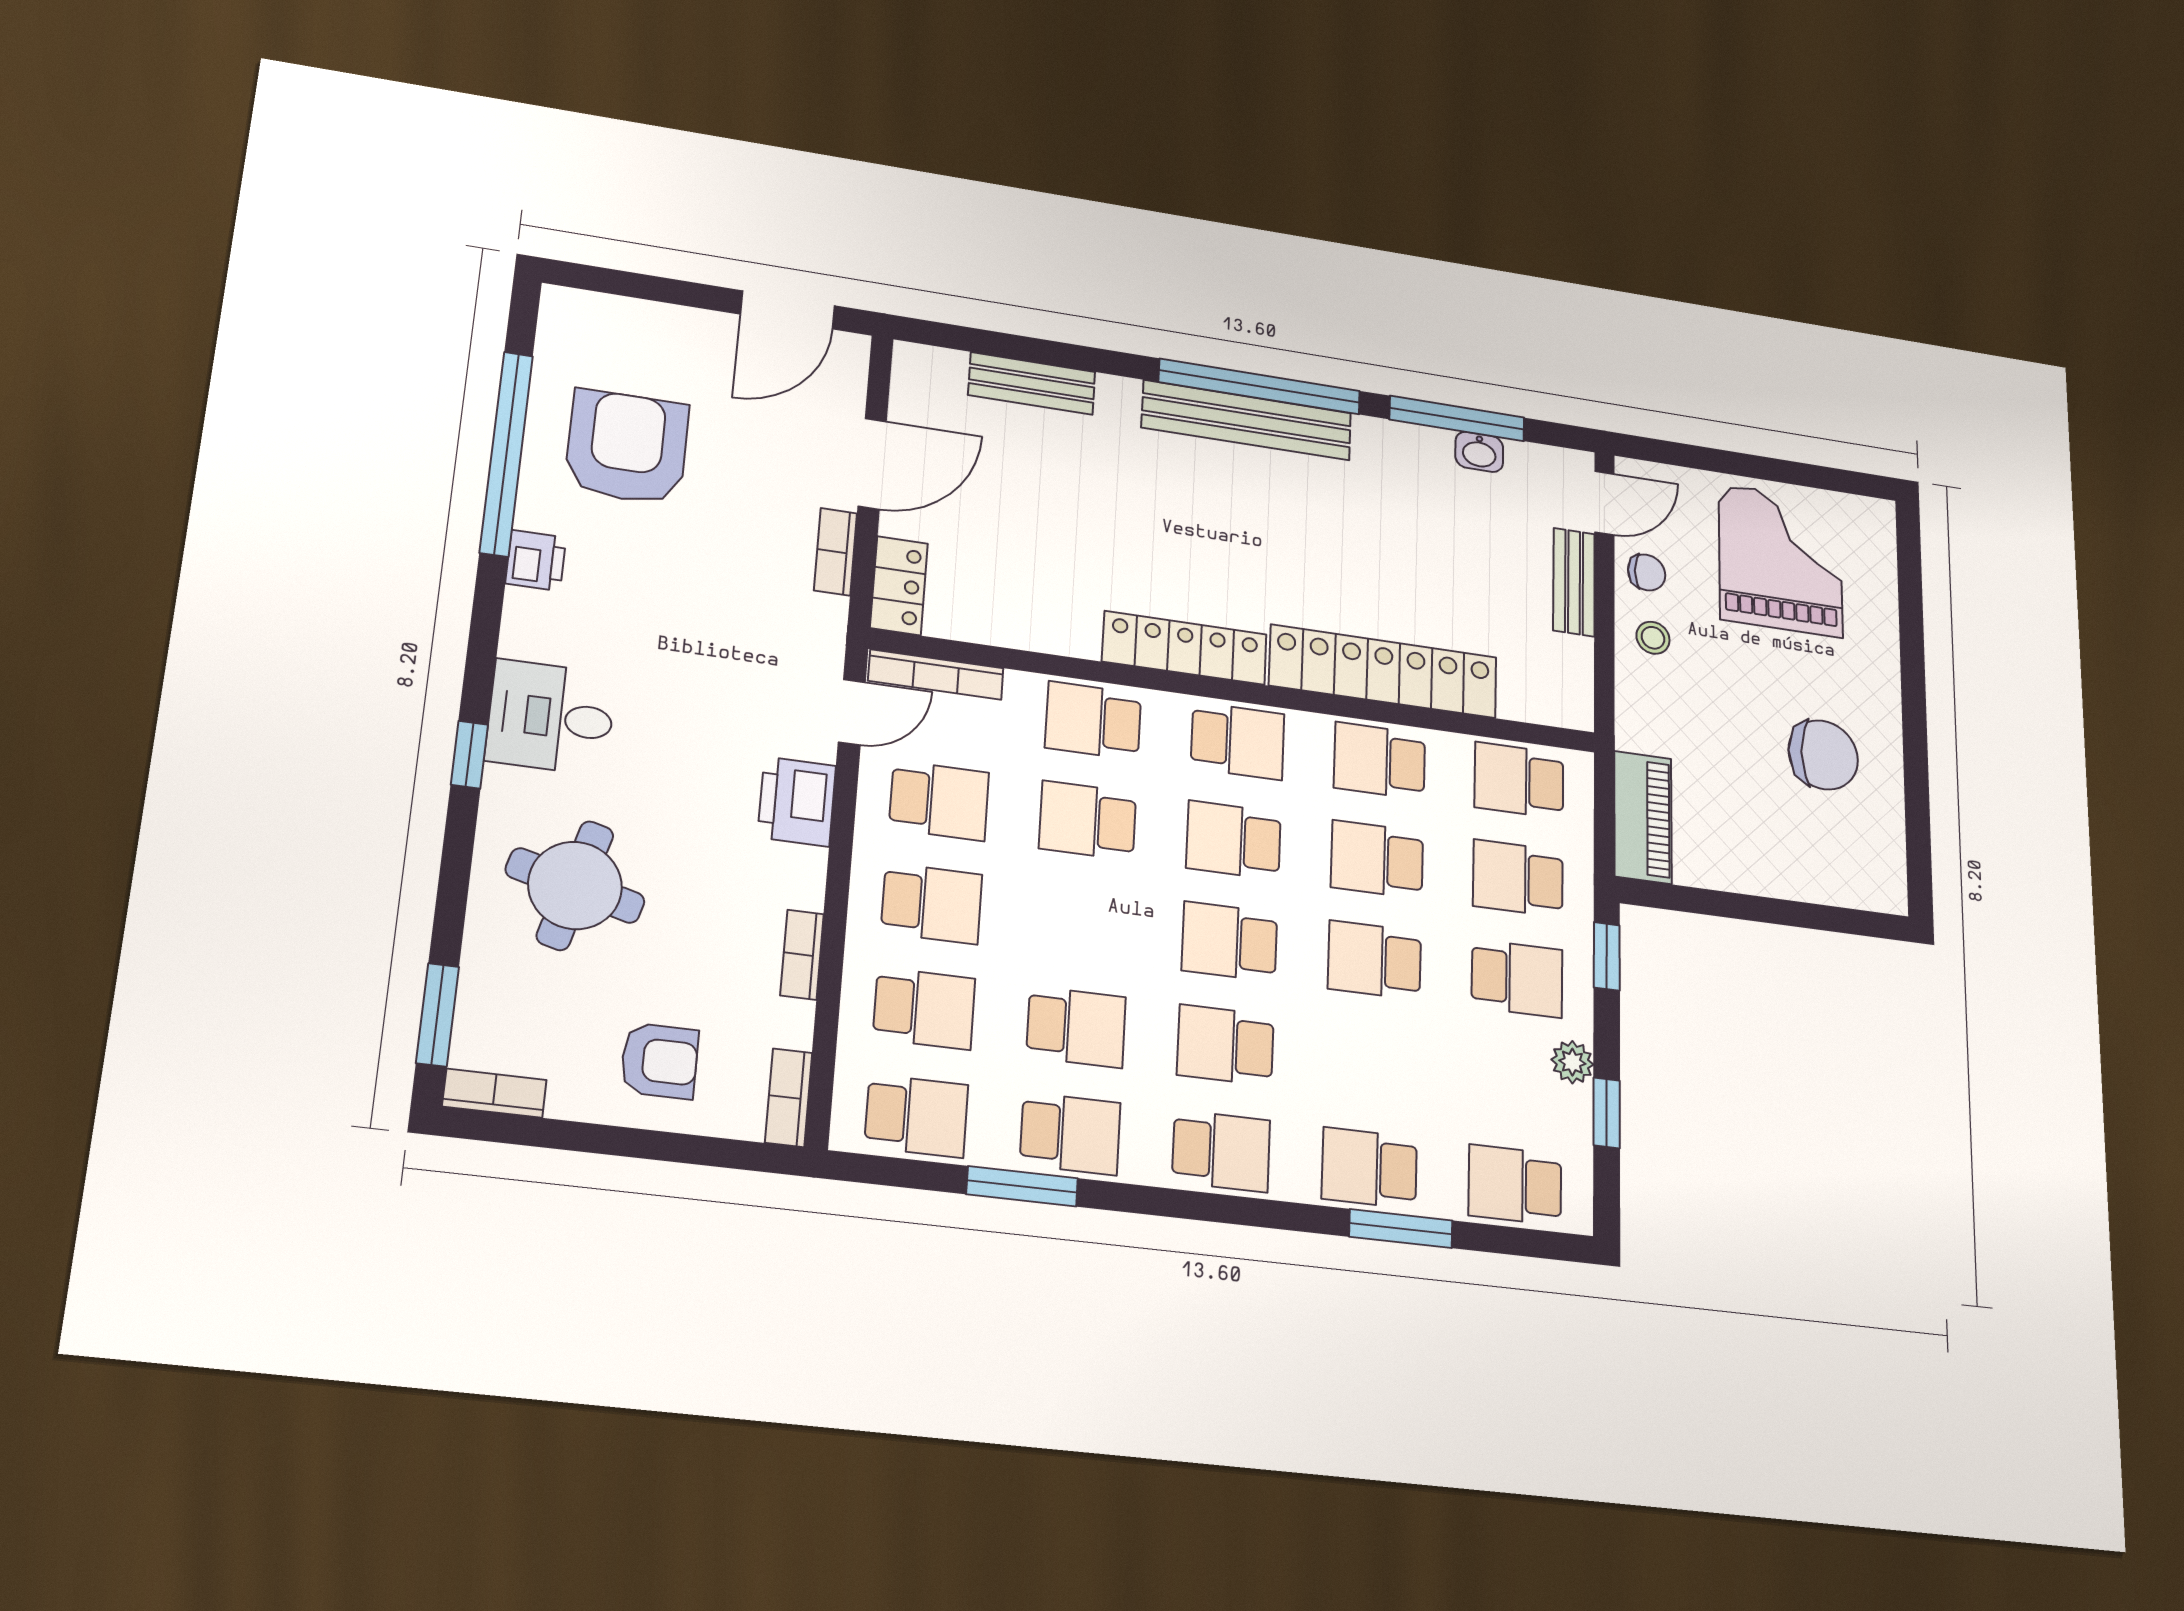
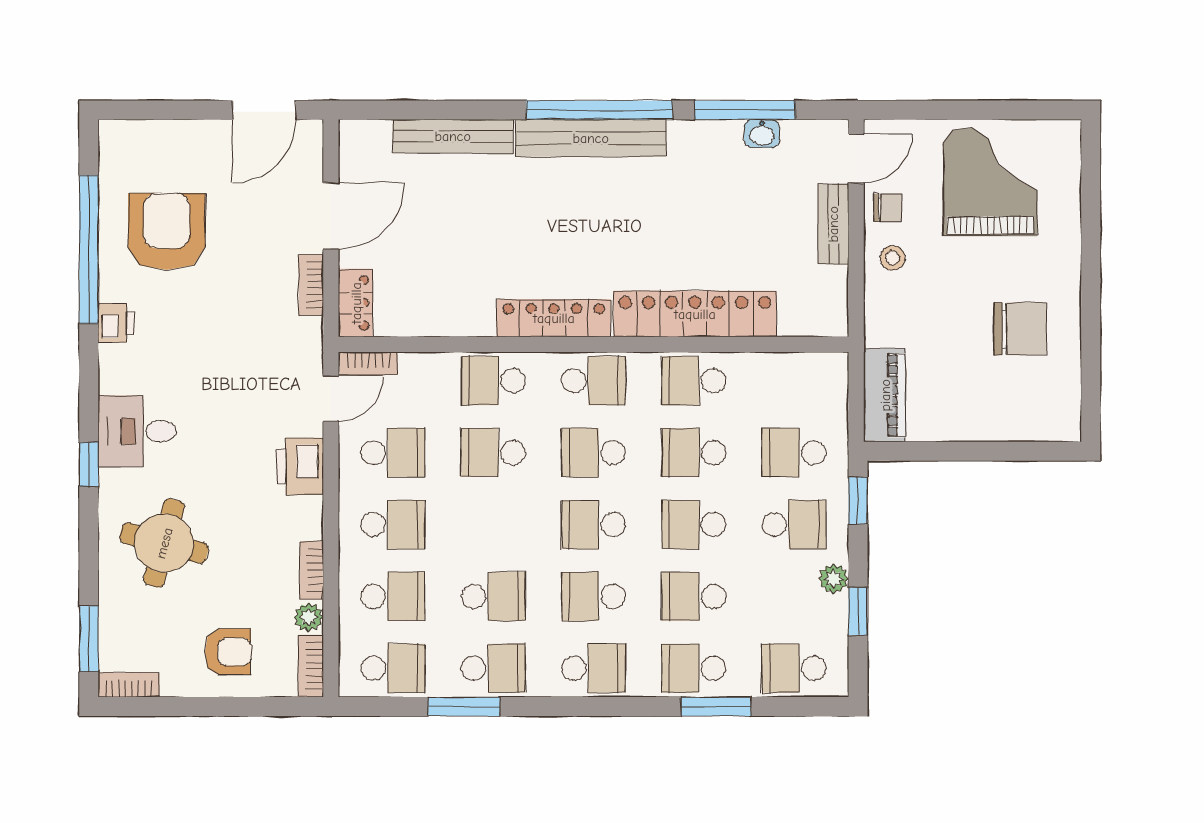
bench: (1032, 383) -> (453, 136), width x1.36
bookcase: (936, 675) -> (369, 363), width x0.64
school desk: (1519, 780) -> (694, 596), moved
plant: (791, 1024) -> (309, 617), added

